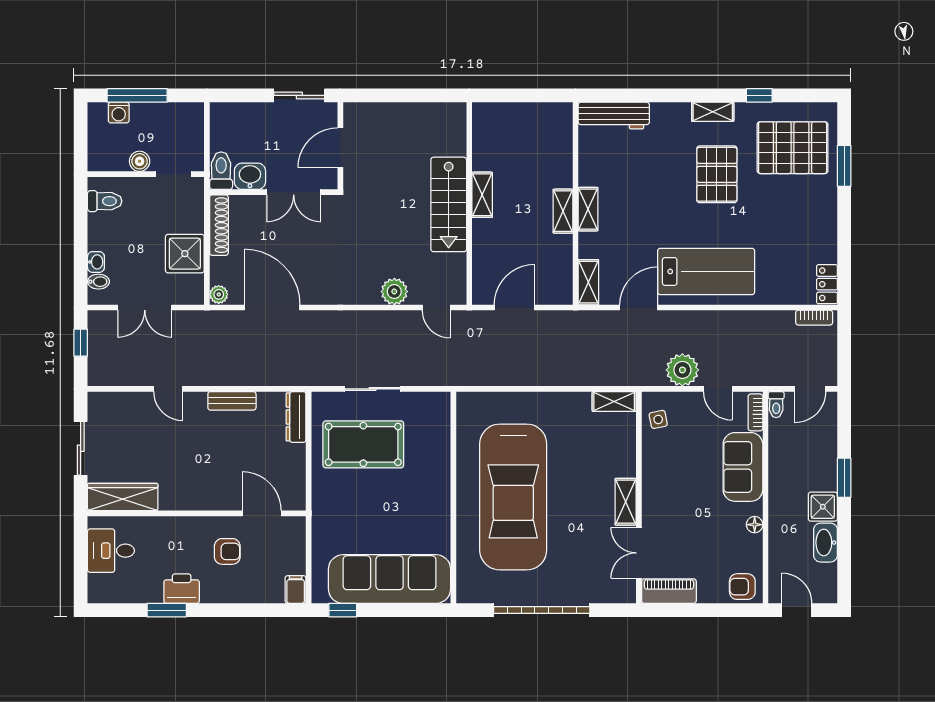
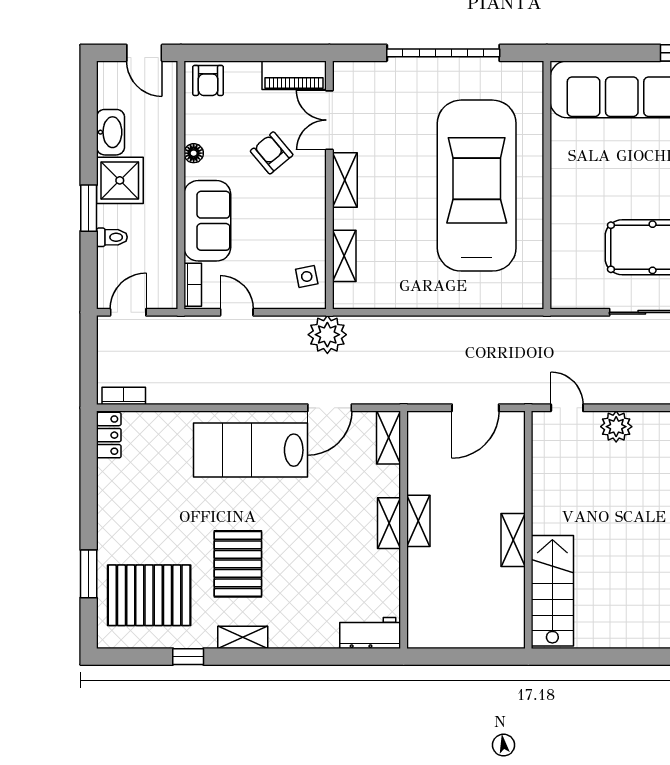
workbench: (614, 116) -> (370, 633), width x0.73
stairs: (449, 204) -> (552, 591), moved
plant: (682, 370) -> (327, 335), moved
shelving: (614, 402) -> (344, 256), moved, turned 90
toilet: (776, 405) -> (112, 237), moved, turned 90
shower: (823, 507) -> (120, 180), width x1.36, depth x1.36
armchair: (688, 525) -> (272, 153), added
double door: (639, 553) -> (329, 120), swing flipped
armchair: (742, 587) -> (208, 80), turned 90

